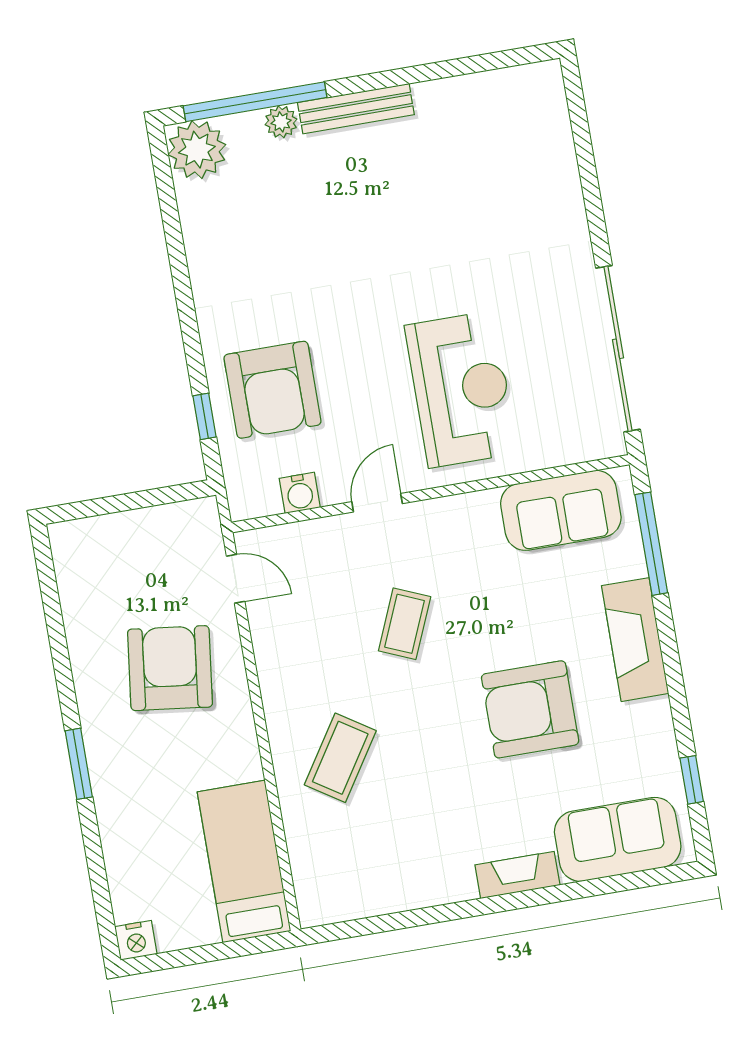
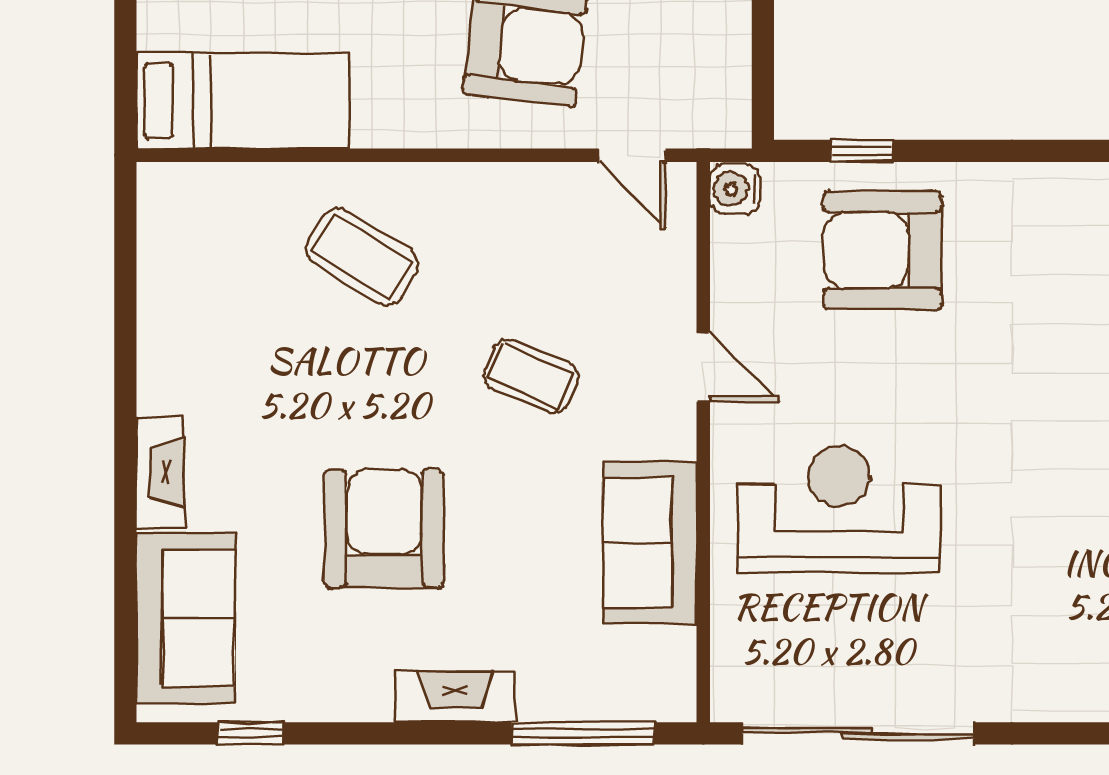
reception desk: (461, 389) -> (839, 509), turned 180
water cooler: (300, 493) -> (735, 189), moved
sofa: (561, 510) -> (650, 543), moved
door: (236, 579) -> (632, 155), hinge flipped
fireplace: (635, 640) -> (455, 697), width x0.73, depth x0.76

